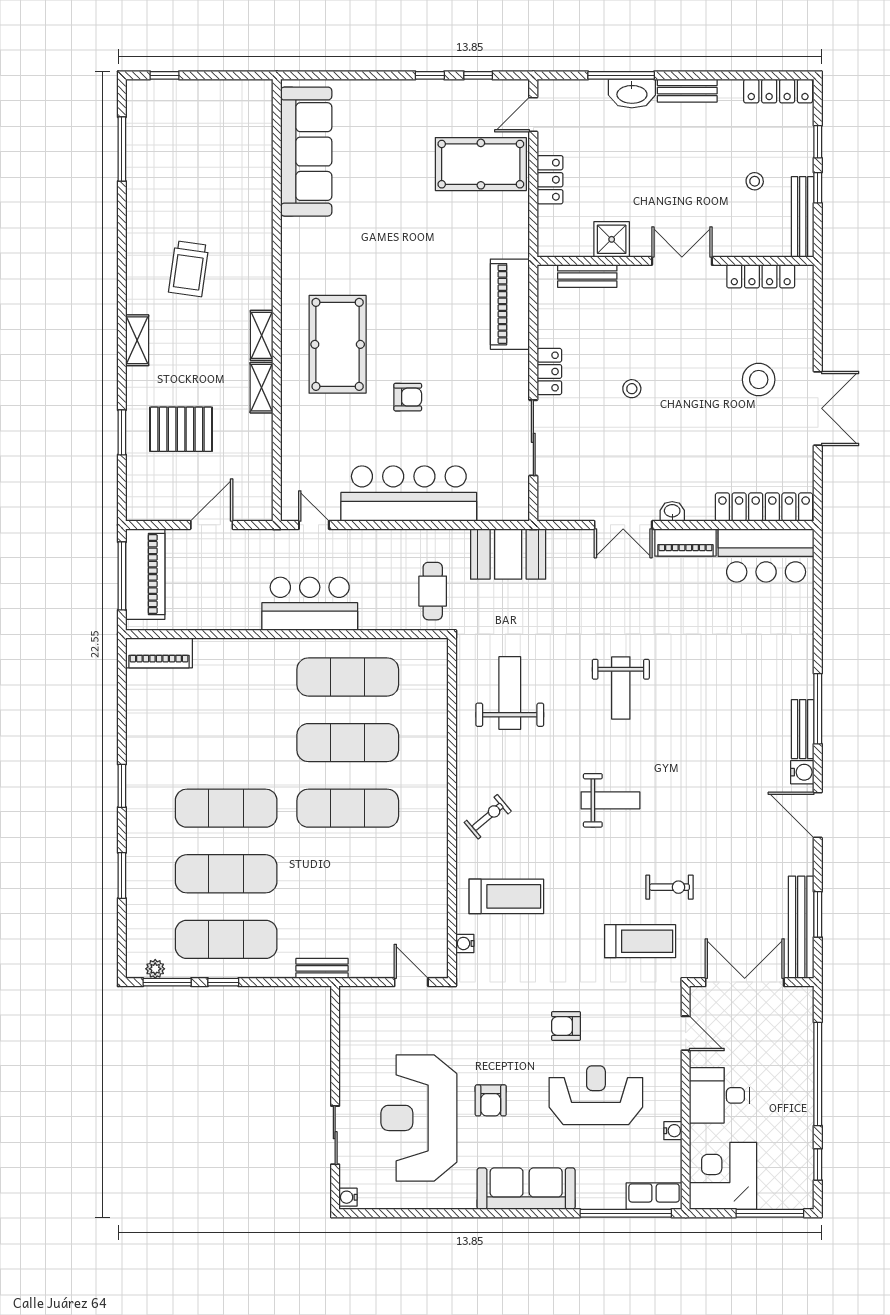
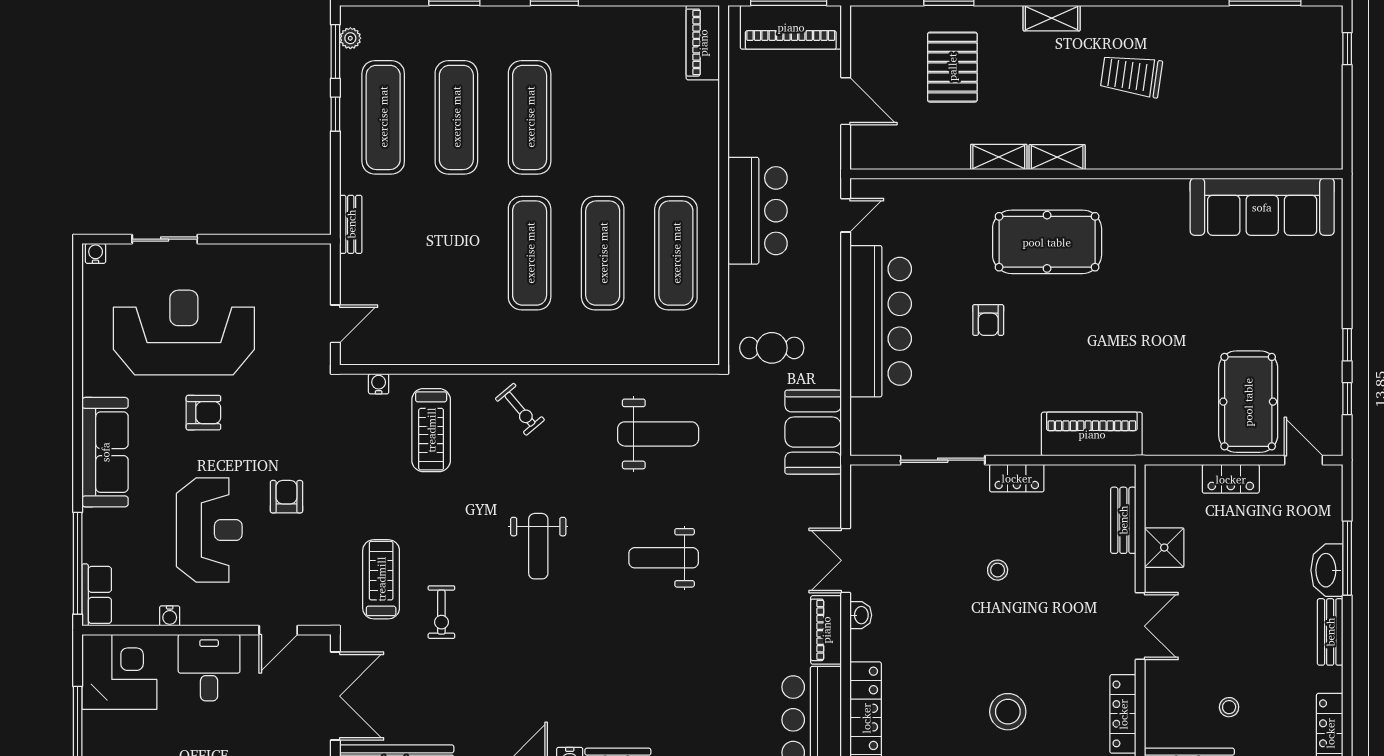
treadmill: (640, 941) -> (381, 579), turned 180
armchair: (491, 1100) -> (203, 413), turned 180

